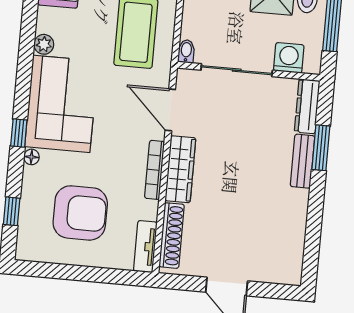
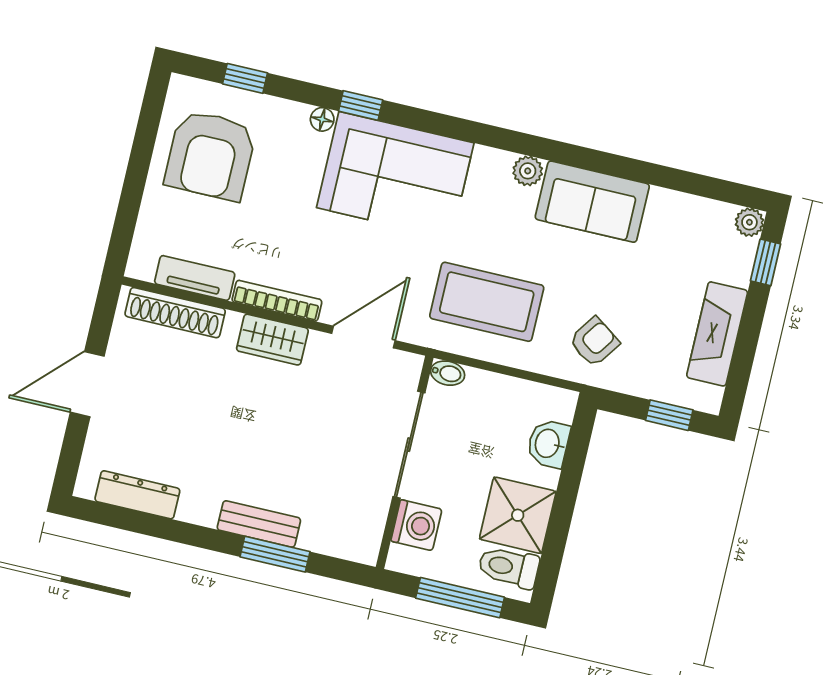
plant: (44, 44) -> (528, 171), moved
dresser: (307, 106) -> (137, 495), moved
wardrobe: (180, 169) -> (272, 340), width x0.67
armchair: (80, 213) -> (210, 155), moved
tv unit: (145, 247) -> (195, 278), moved

